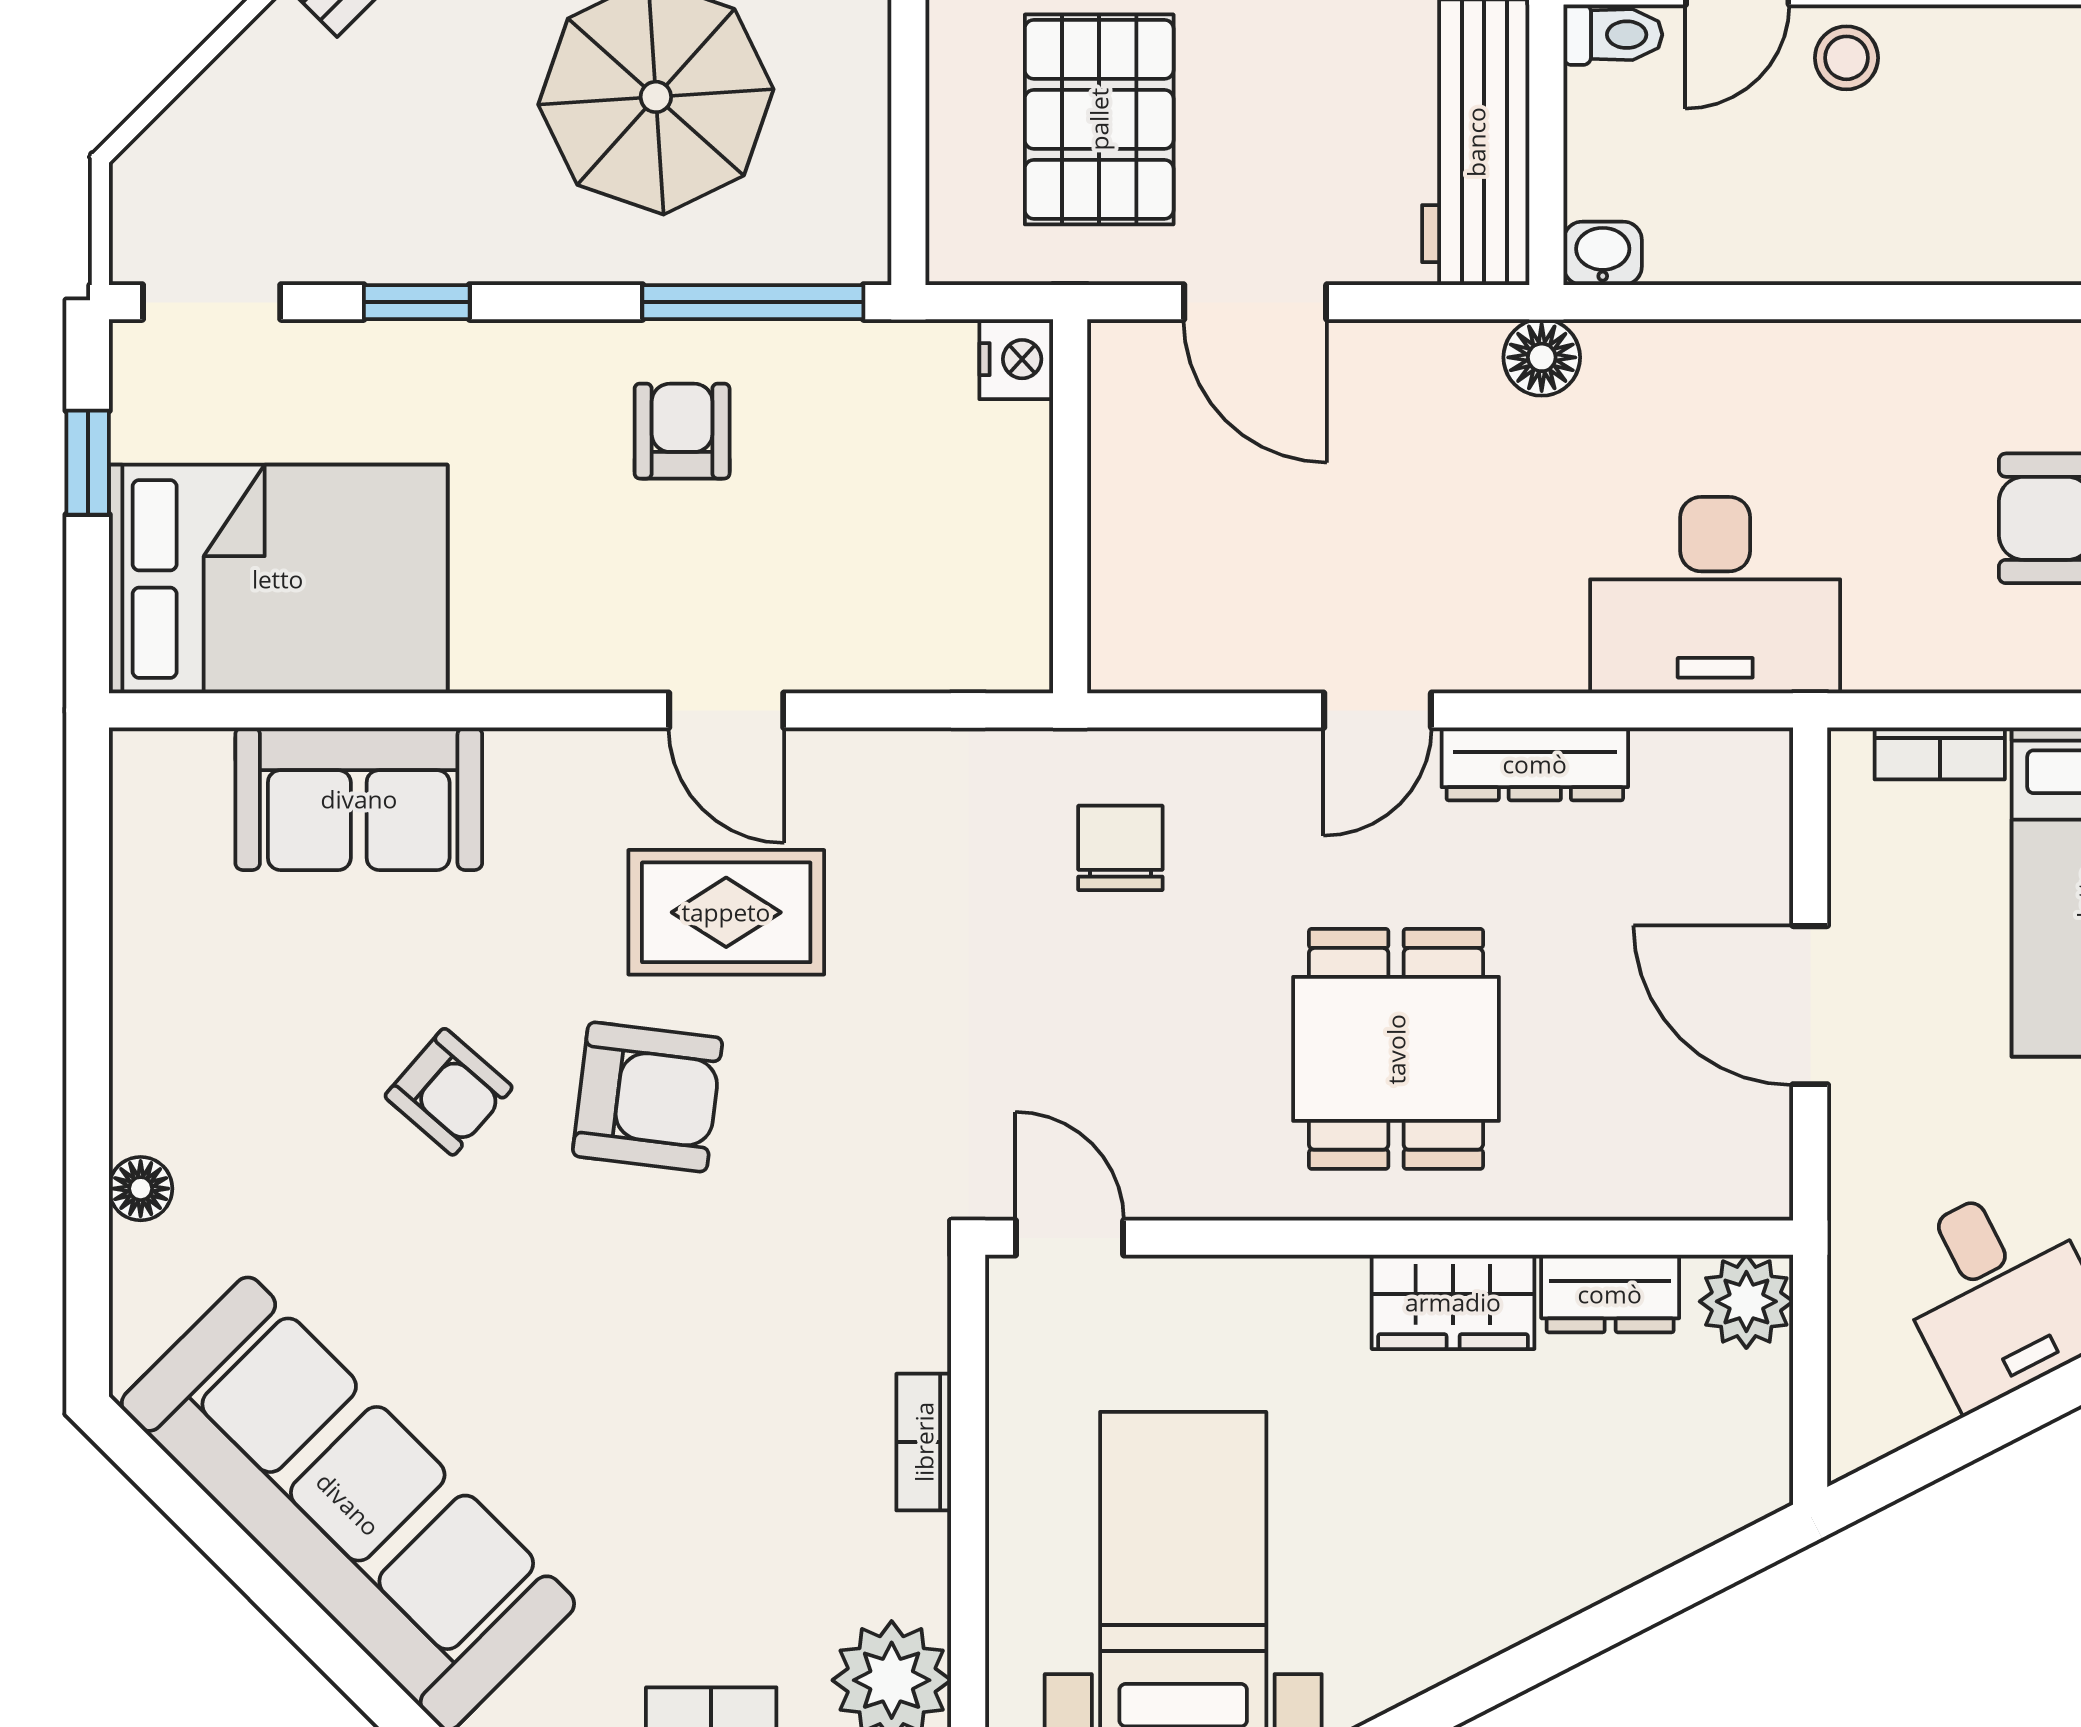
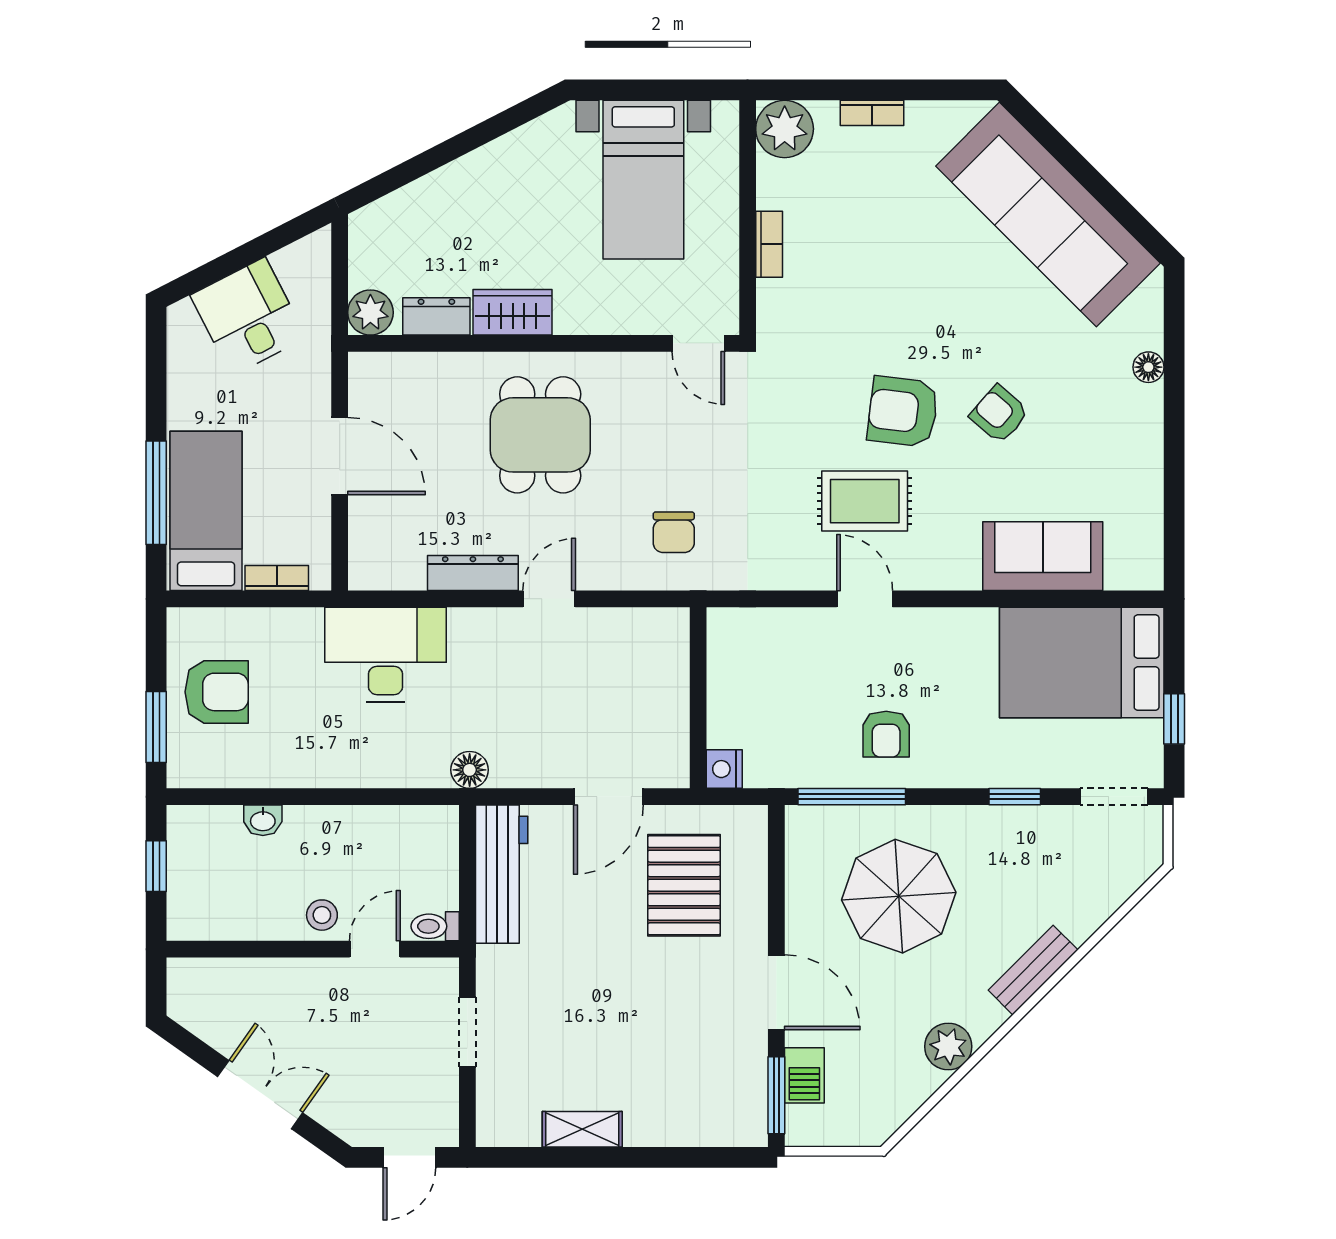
washbasin: (1603, 253) -> (263, 820), moved
door: (1255, 302) -> (608, 797), swing flipped

